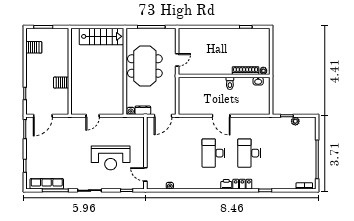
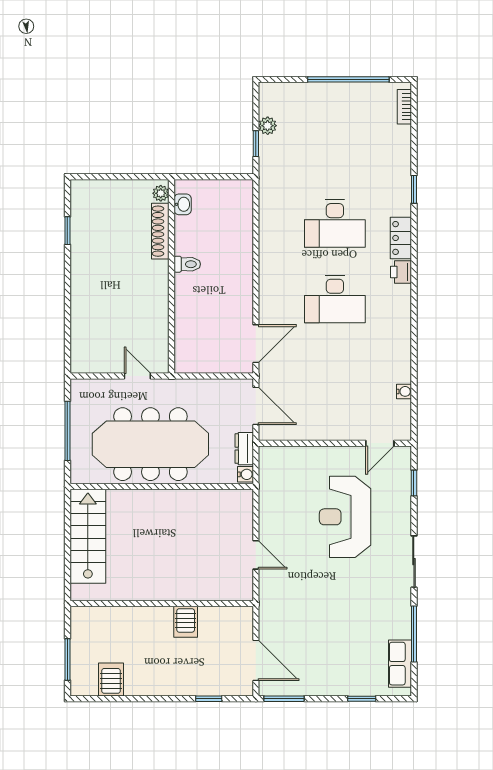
meeting table: (145, 66) -> (150, 444), width x1.36
door: (221, 116) -> (256, 344), moved
reception desk: (111, 158) -> (345, 517), turned 180
row of seats: (47, 184) -> (400, 664), width x0.68

